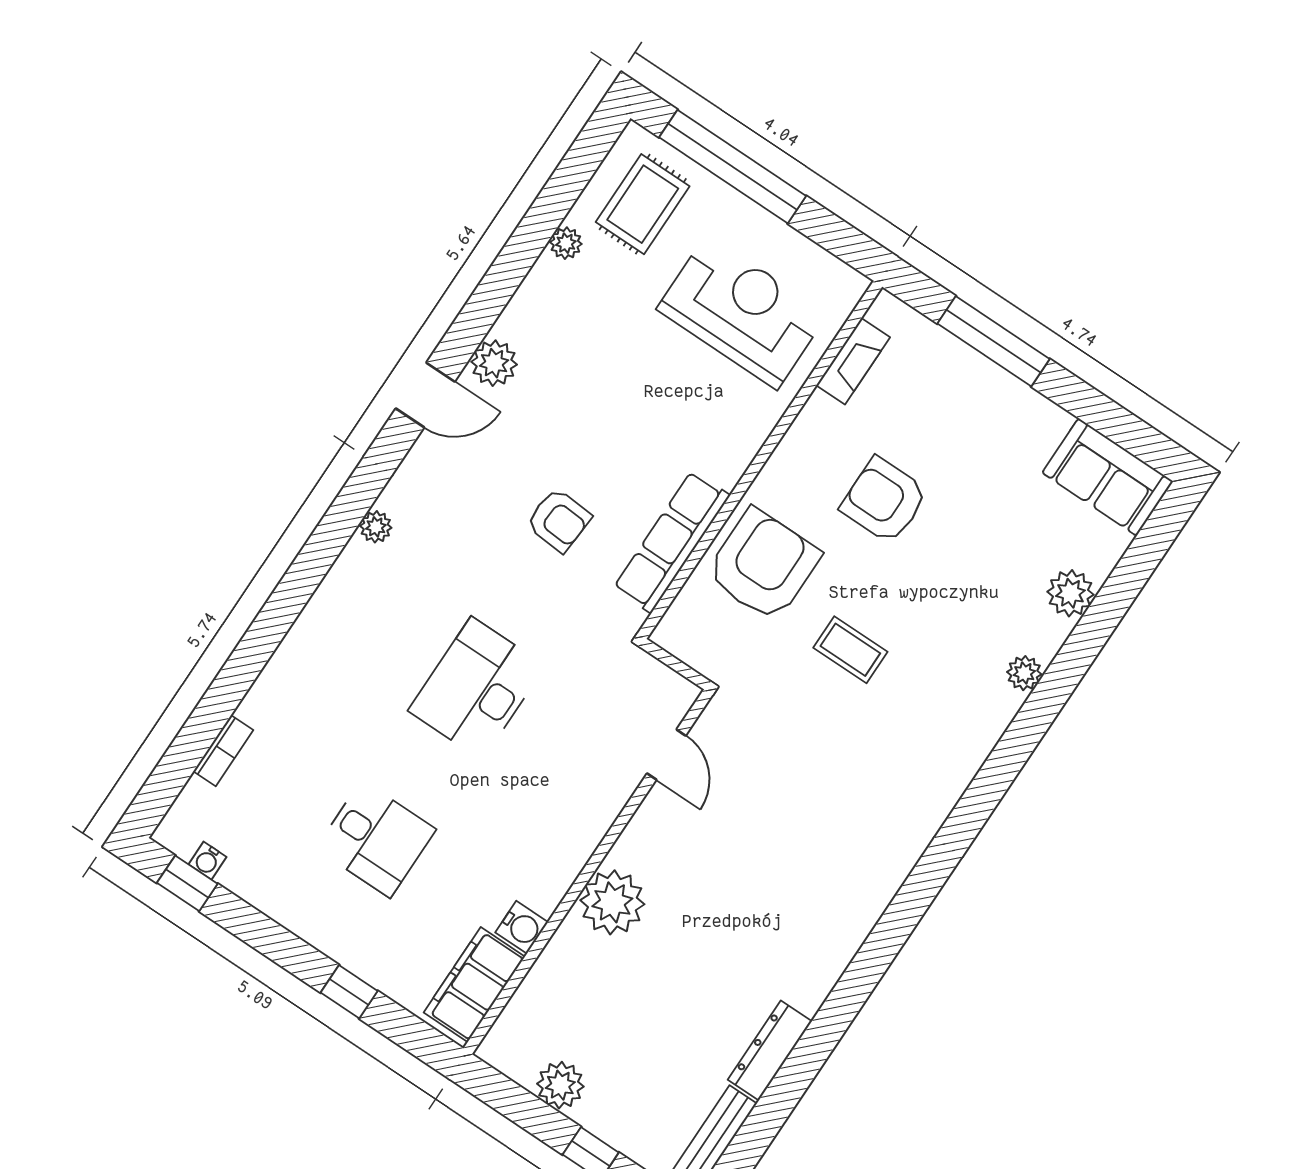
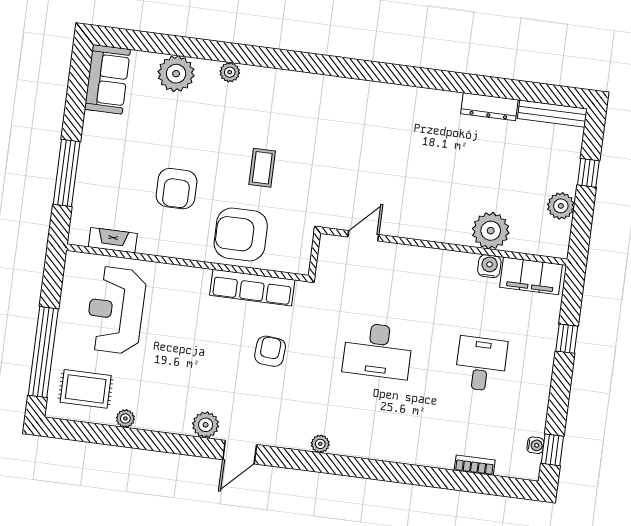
door: (425, 395) -> (240, 452), swing flipped
plant: (1071, 593) -> (176, 74), width x1.36, depth x1.36
plant: (612, 902) -> (491, 231), moved

